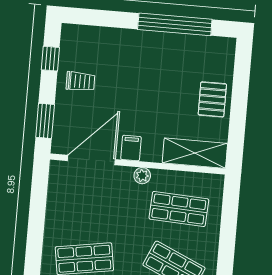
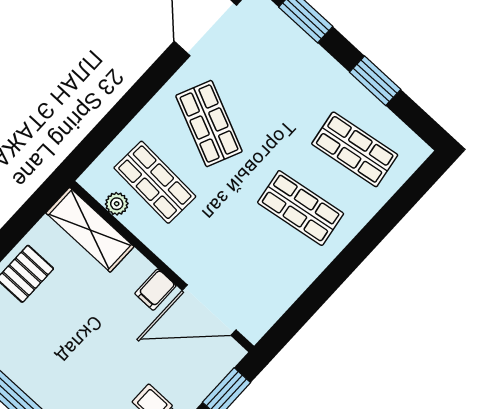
plant: (142, 176) -> (117, 204), moved

